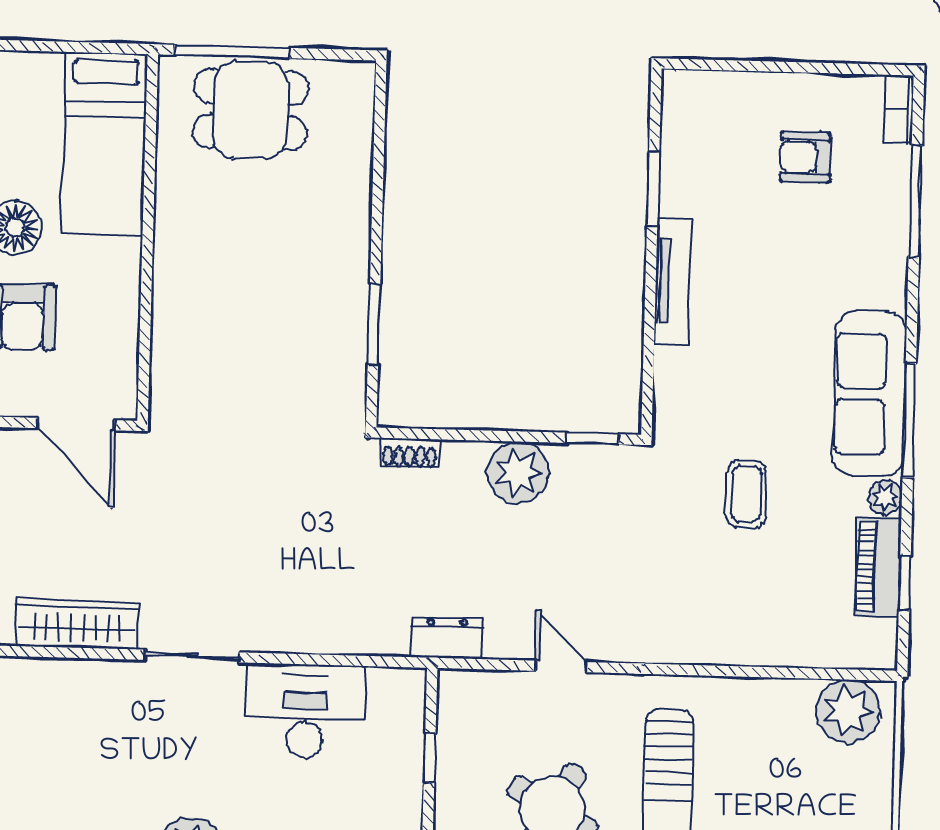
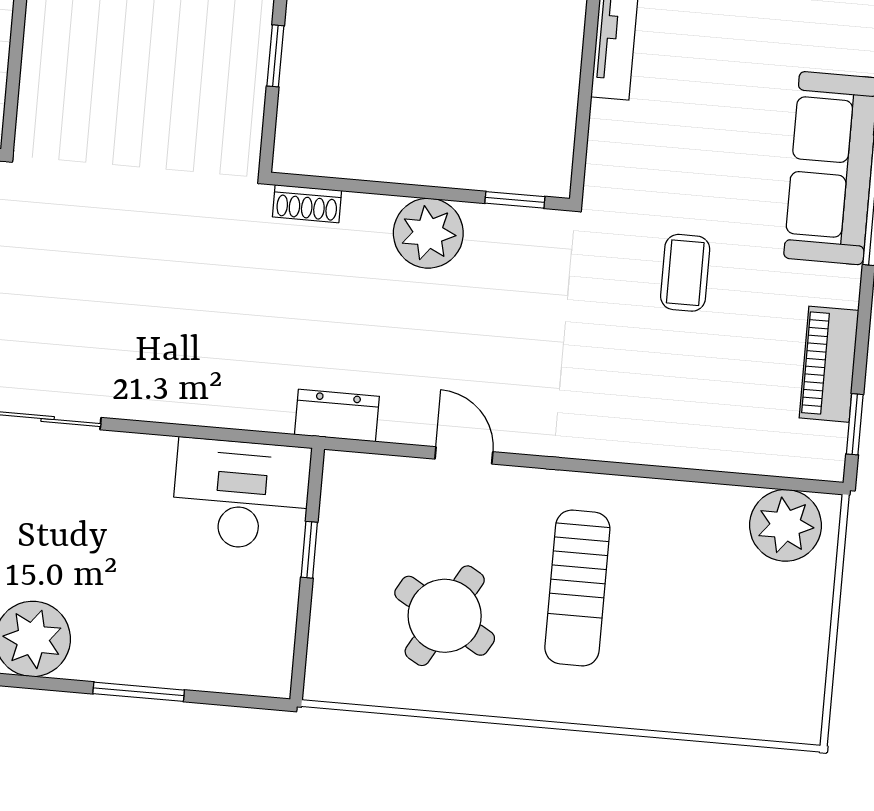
window: (374, 324) -> (275, 56), width x0.67
plant: (885, 497) -> (842, 286), removed
window: (905, 582) -> (855, 424), moved
desk: (305, 711) -> (241, 495), moved

